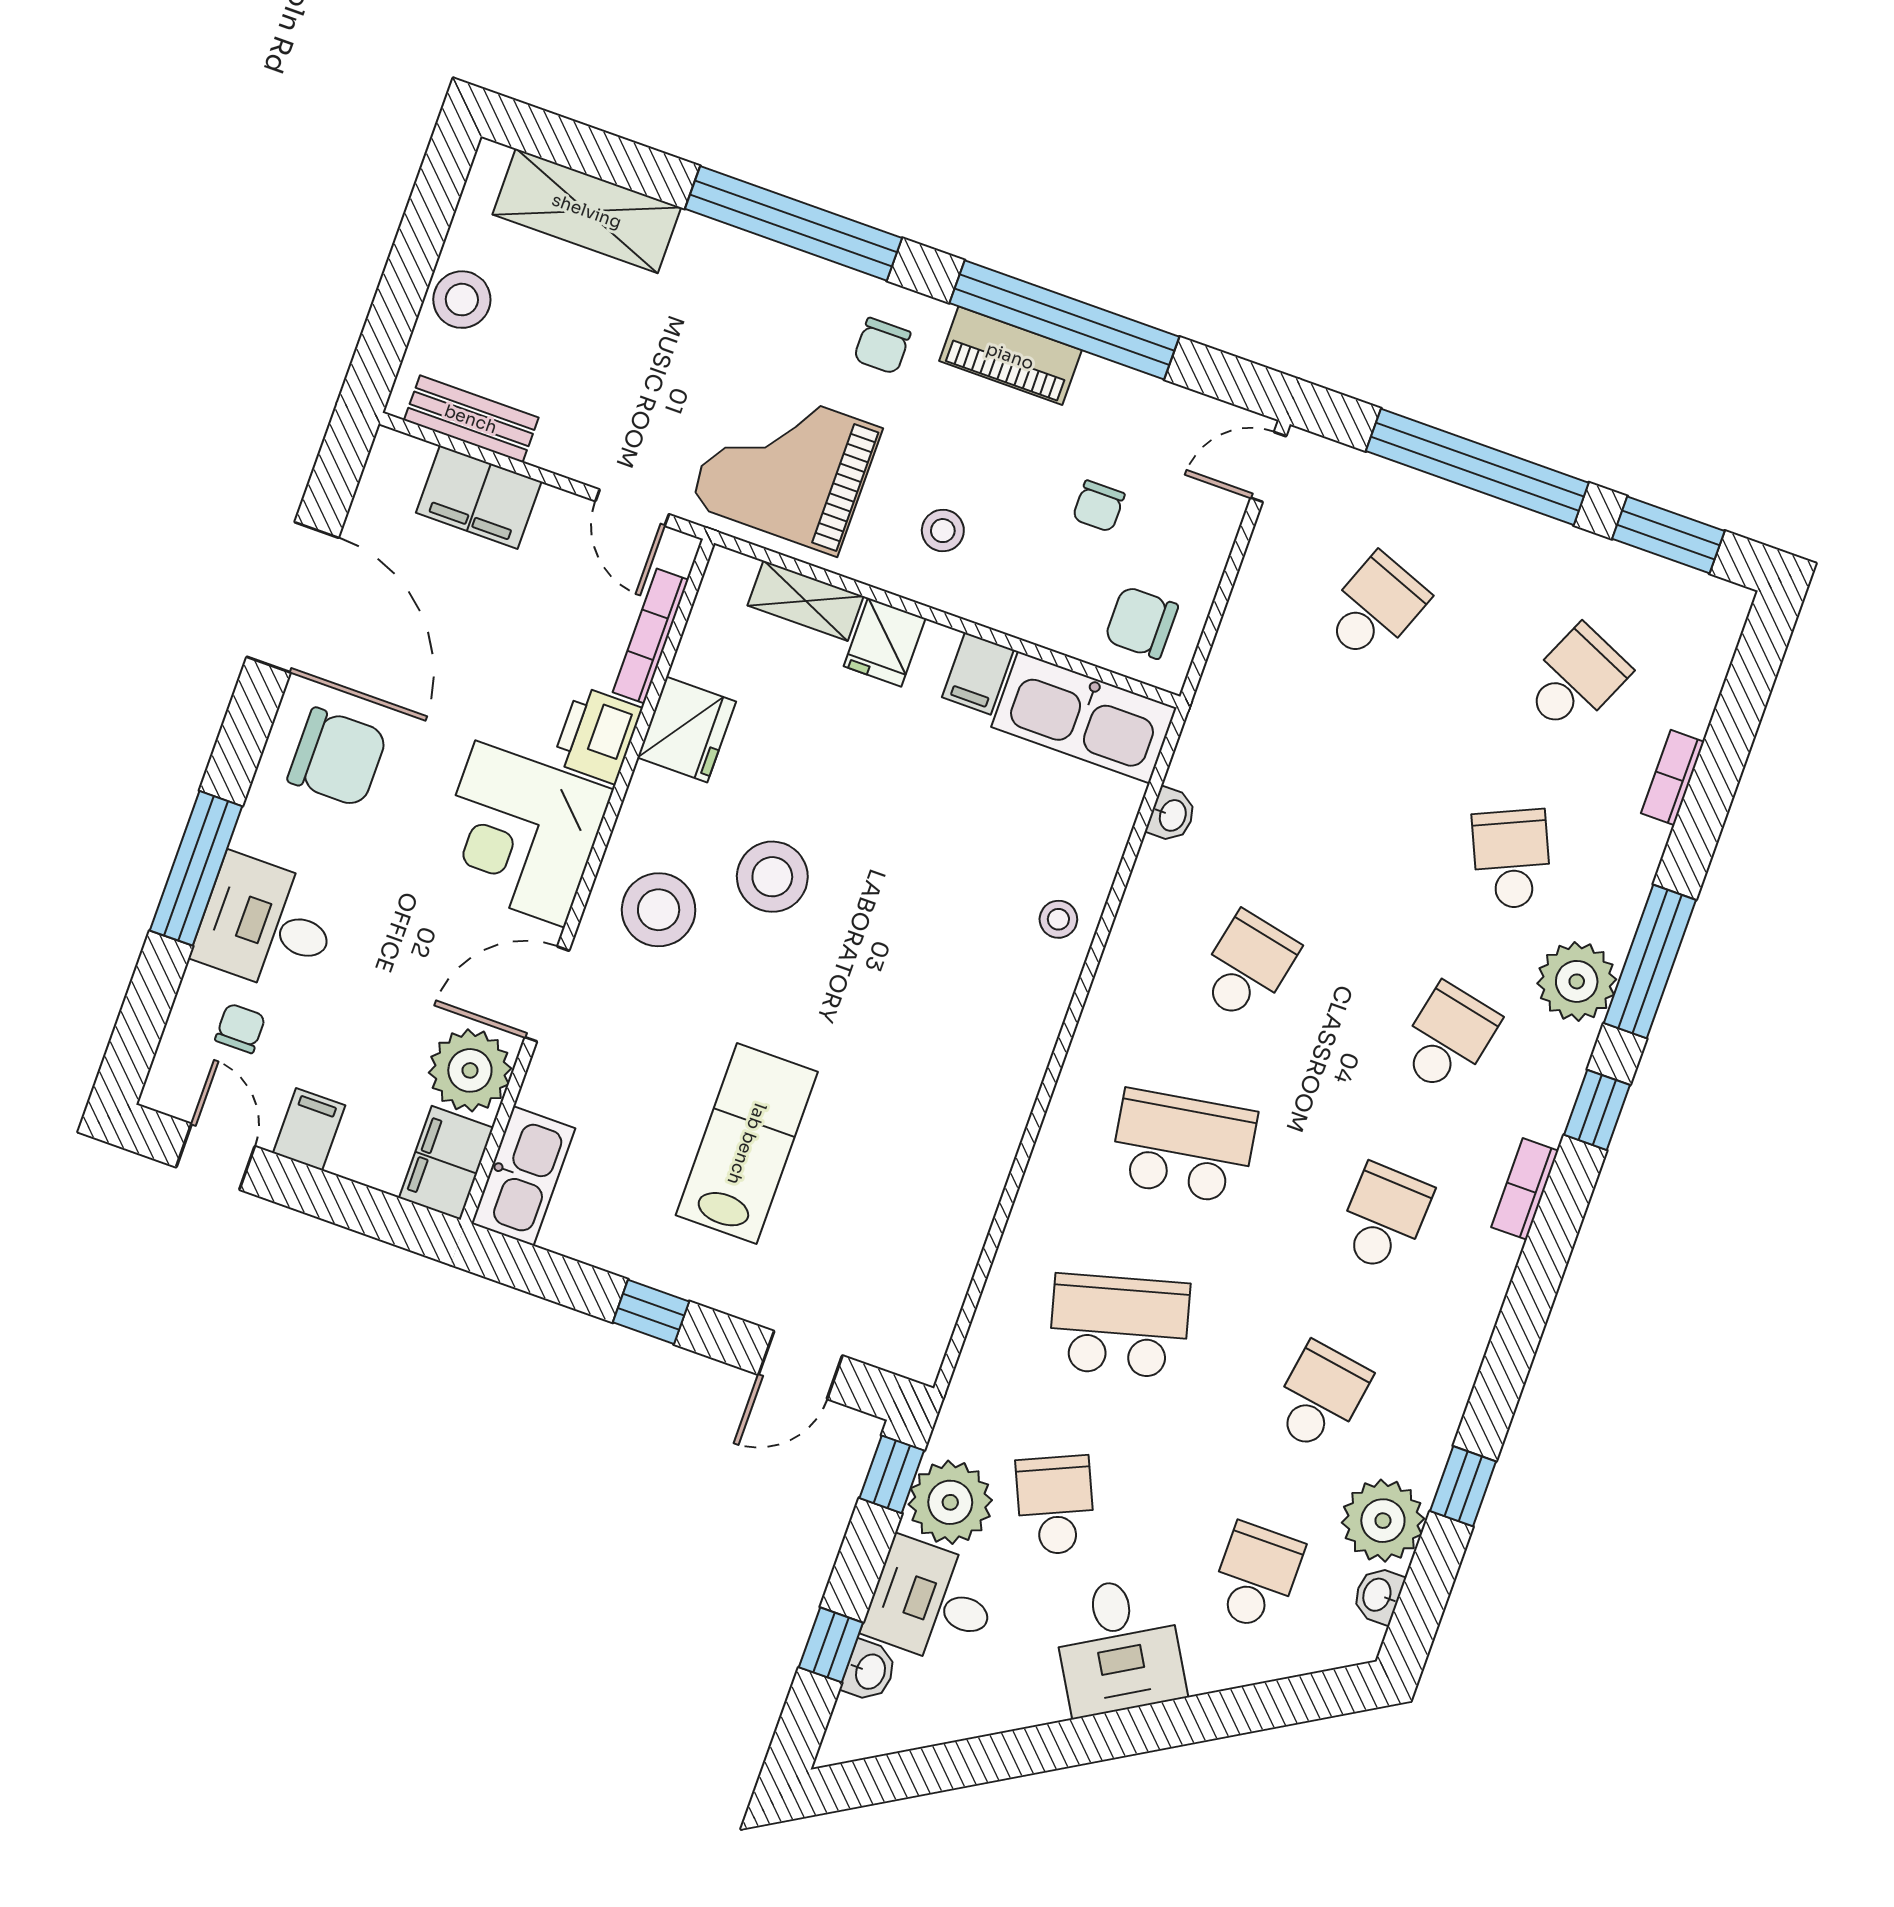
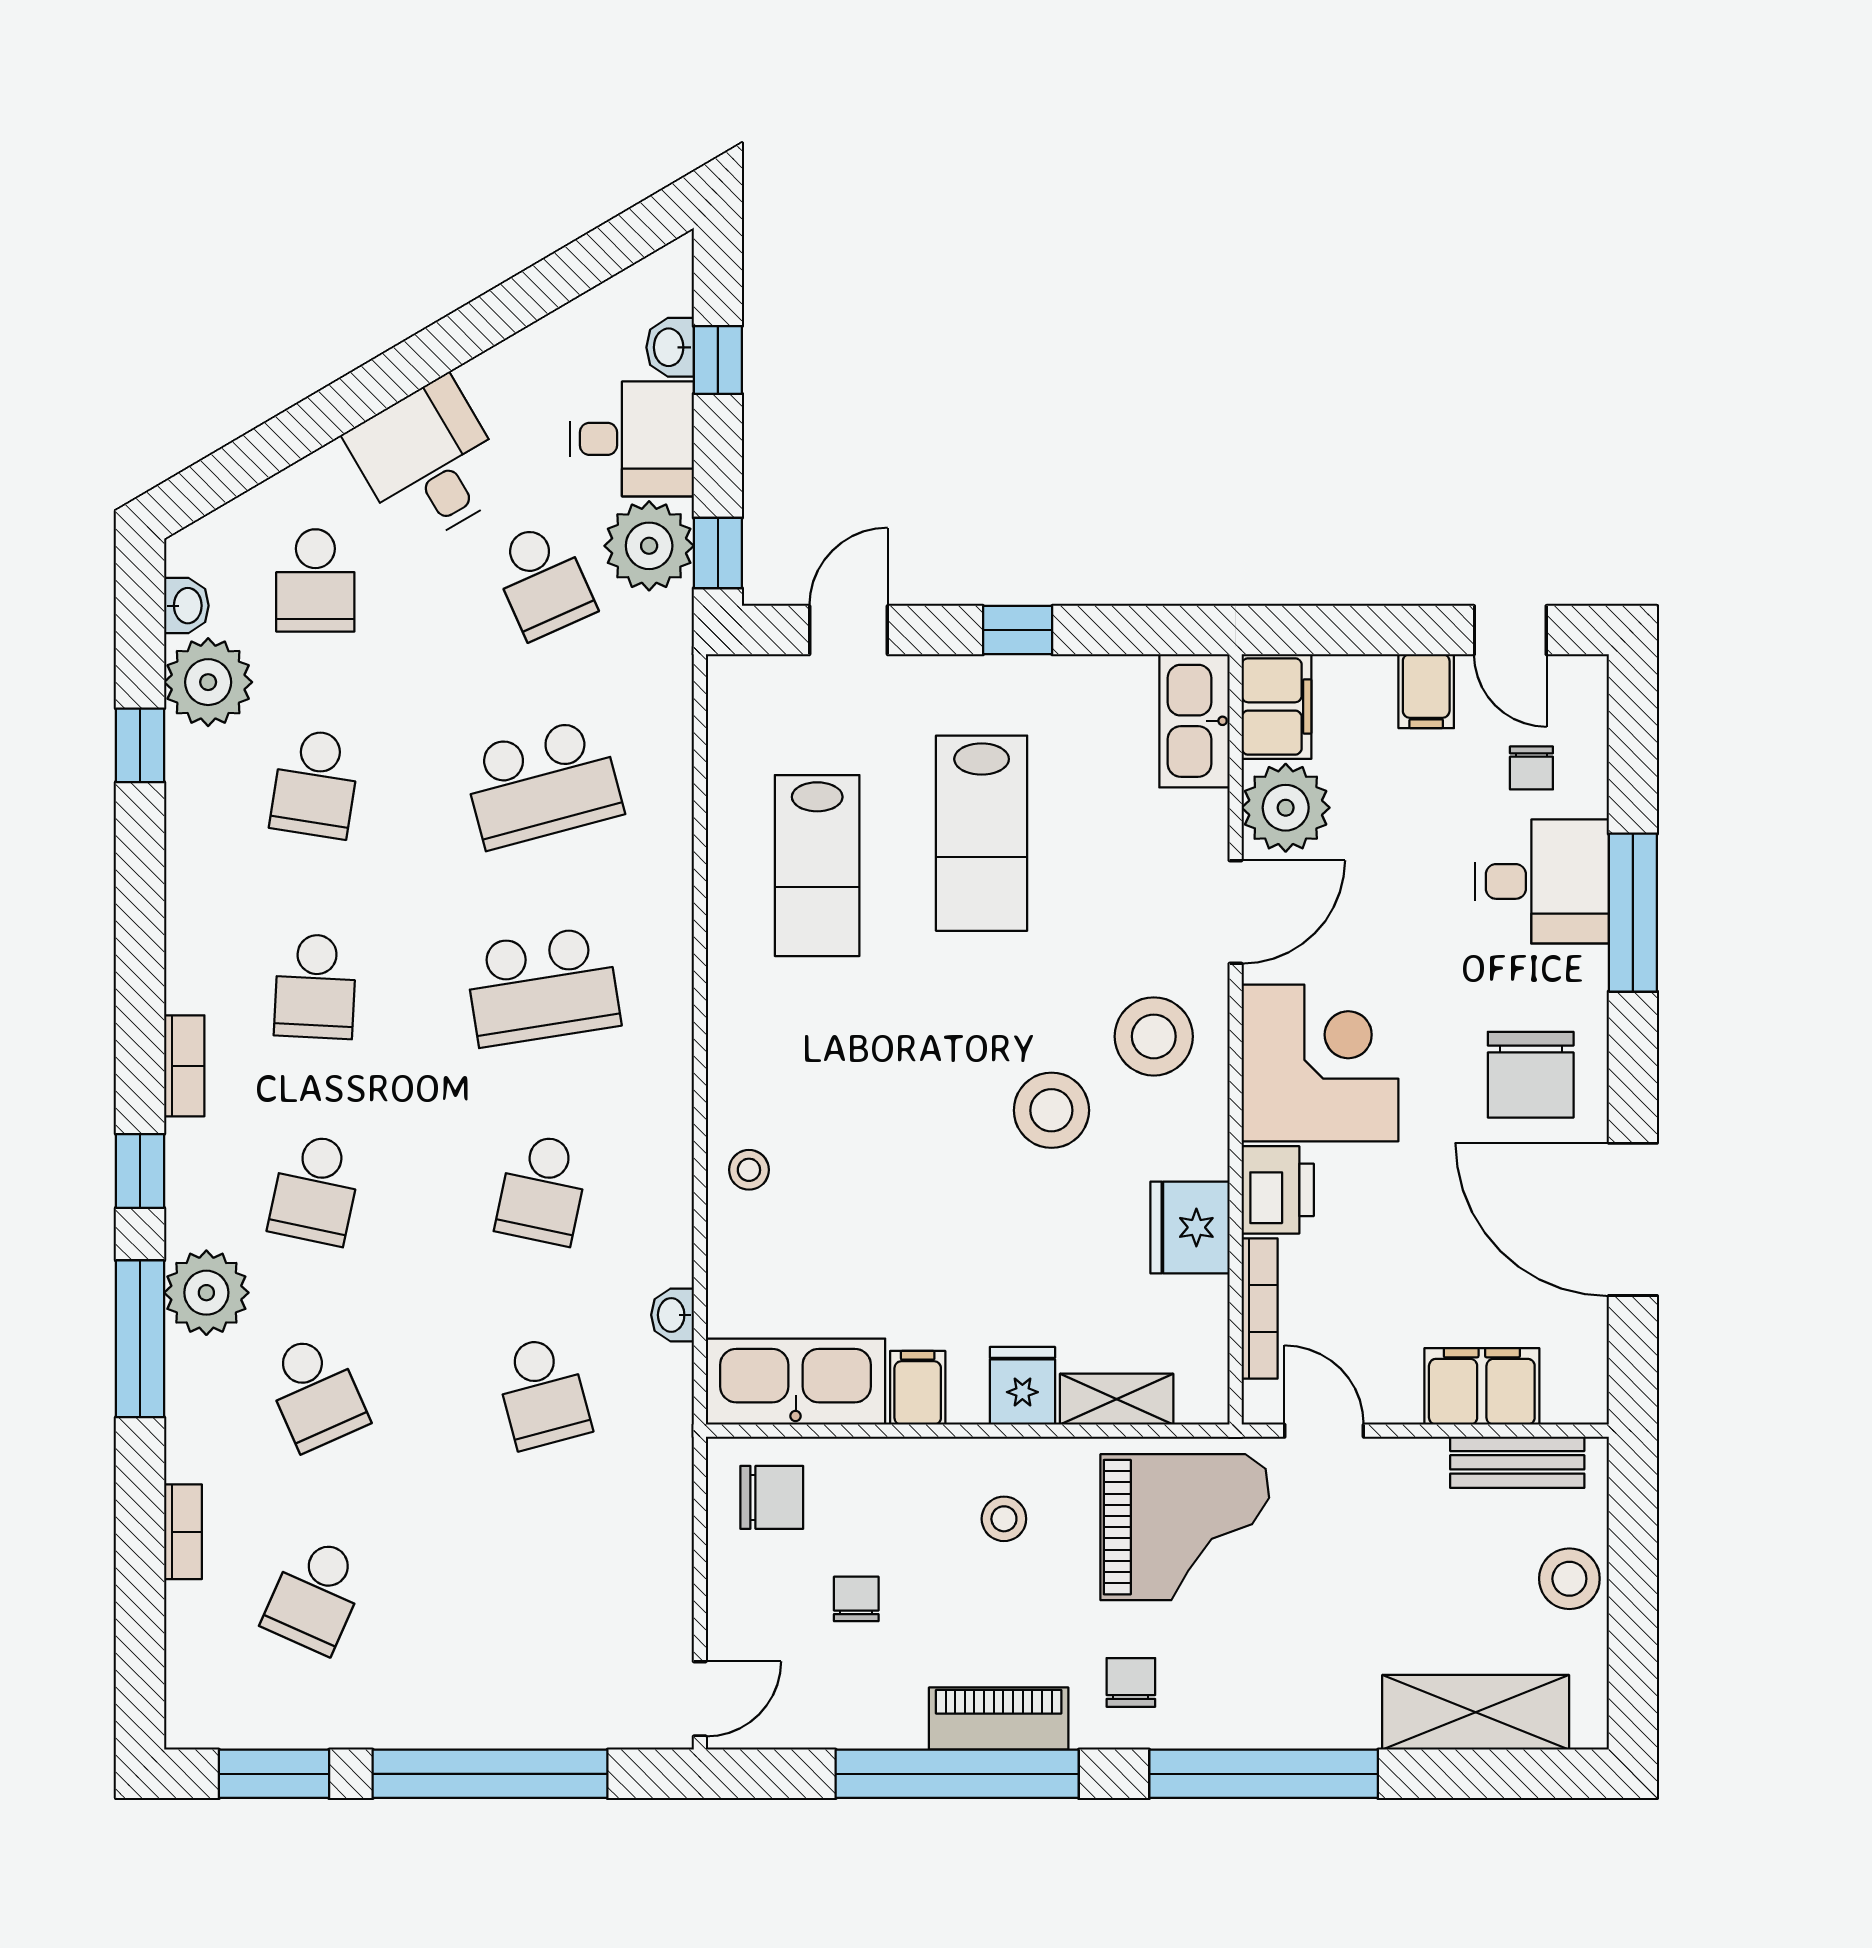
school desk: (1375, 608) -> (542, 1392), moved, turned -36
chair: (337, 757) -> (1531, 1075), turned -90
lab bench: (902, 1167) -> (817, 866), added

